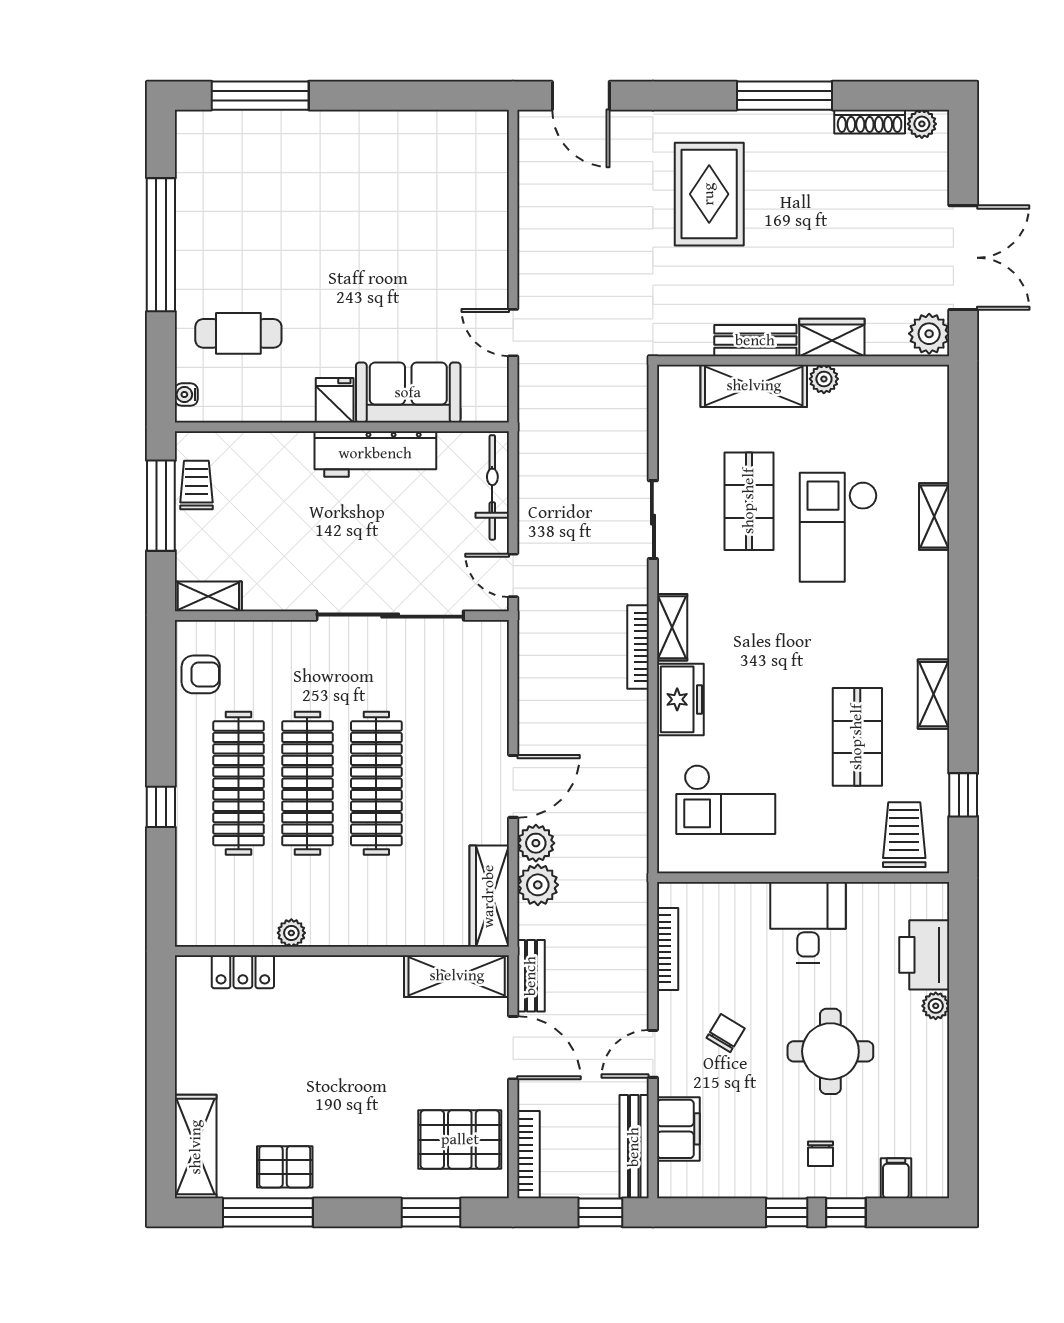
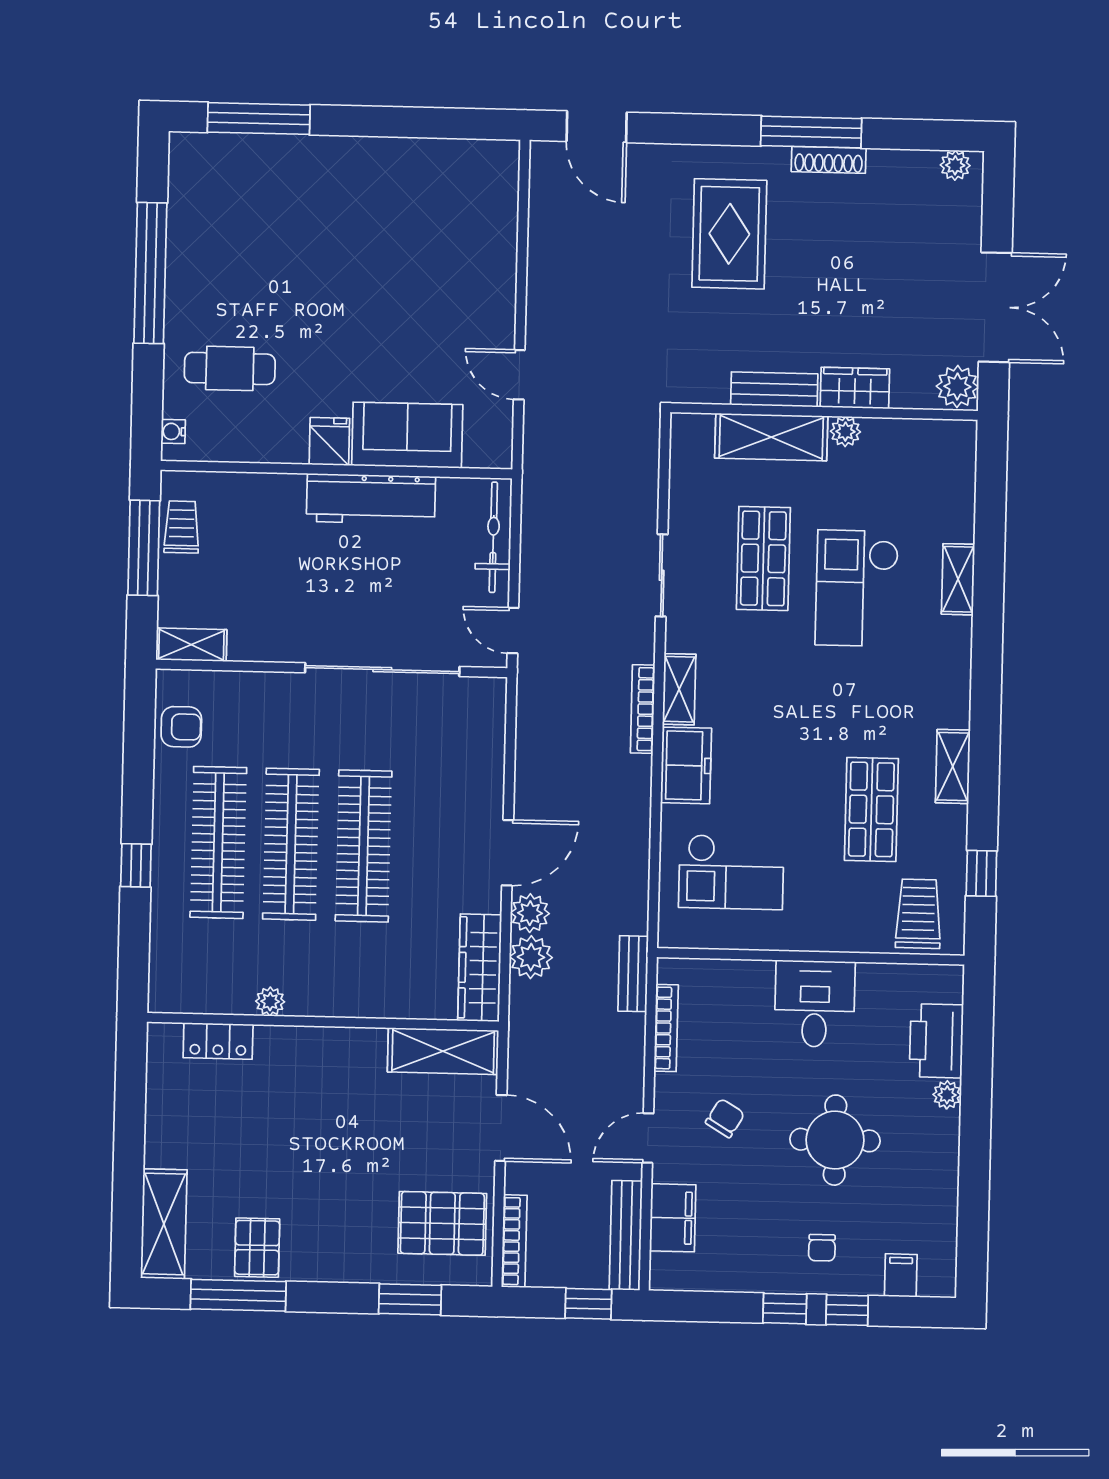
shoe rack: (870, 122) -> (829, 160), moved
bench: (531, 976) -> (633, 974), moved
pallet: (285, 1167) -> (257, 1248), turned 90

